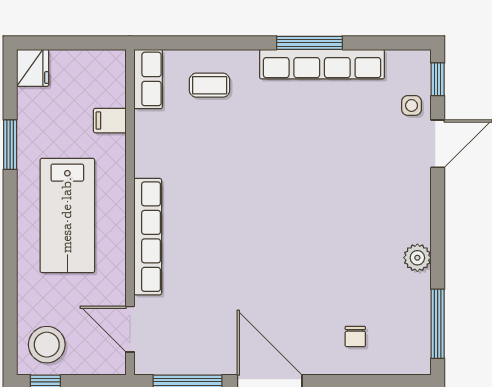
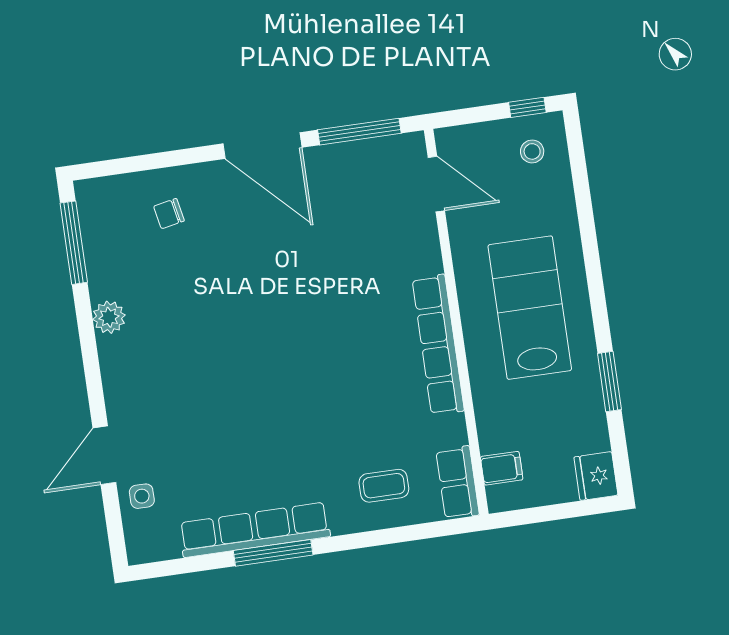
window: (438, 79) -> (115, 532), removed
filing cabinet: (110, 121) -> (502, 468), moved
row of seats: (148, 237) -> (438, 345), moved
chair: (355, 337) -> (169, 214), turned -101
stool: (47, 345) -> (532, 151), width x0.53, depth x0.53

